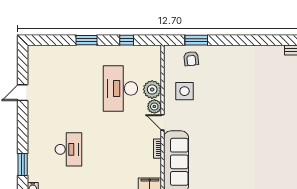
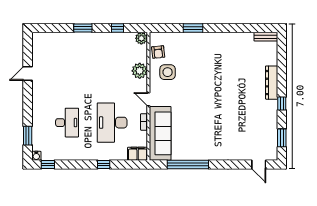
window: (196, 40) -> (193, 28), moved
armchair: (191, 59) -> (158, 52), moved
desk: (120, 88) -> (112, 123), moved
plant: (154, 106) -> (141, 38), moved

